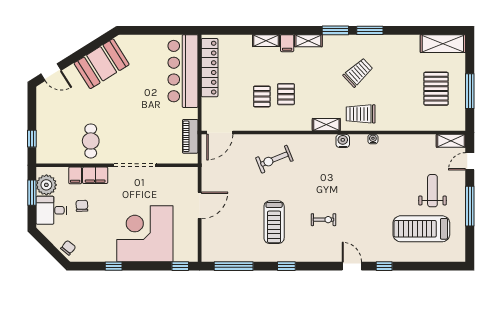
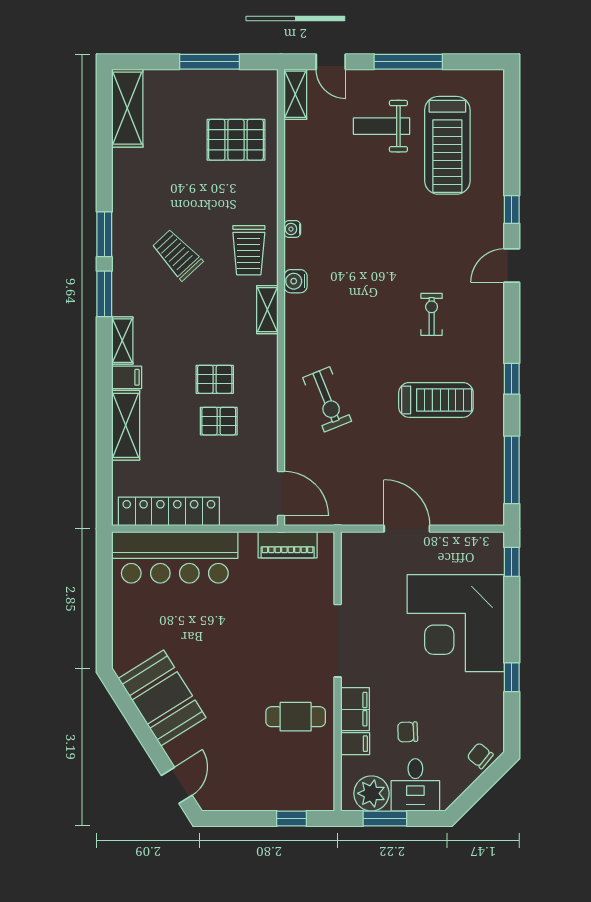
shelving: (266, 41) -> (126, 425), width x1.50, depth x1.33
pallet: (436, 89) -> (236, 140), moved

